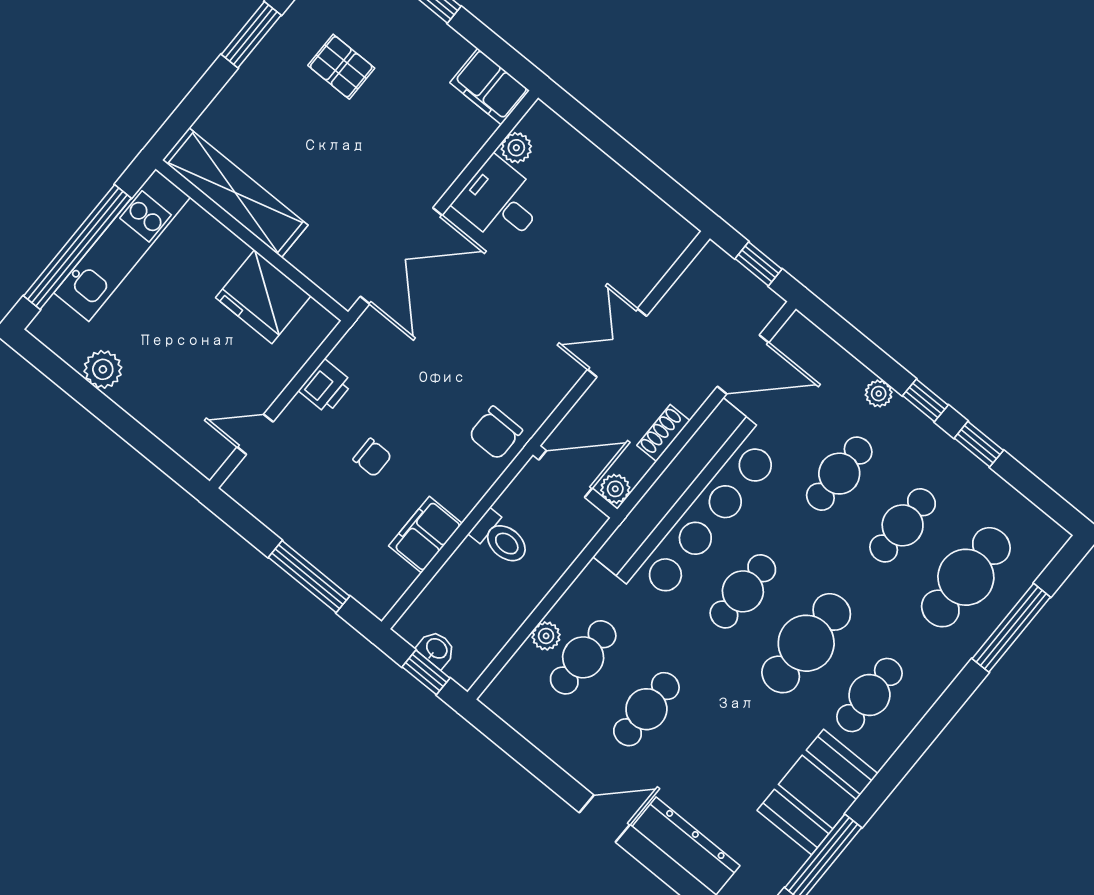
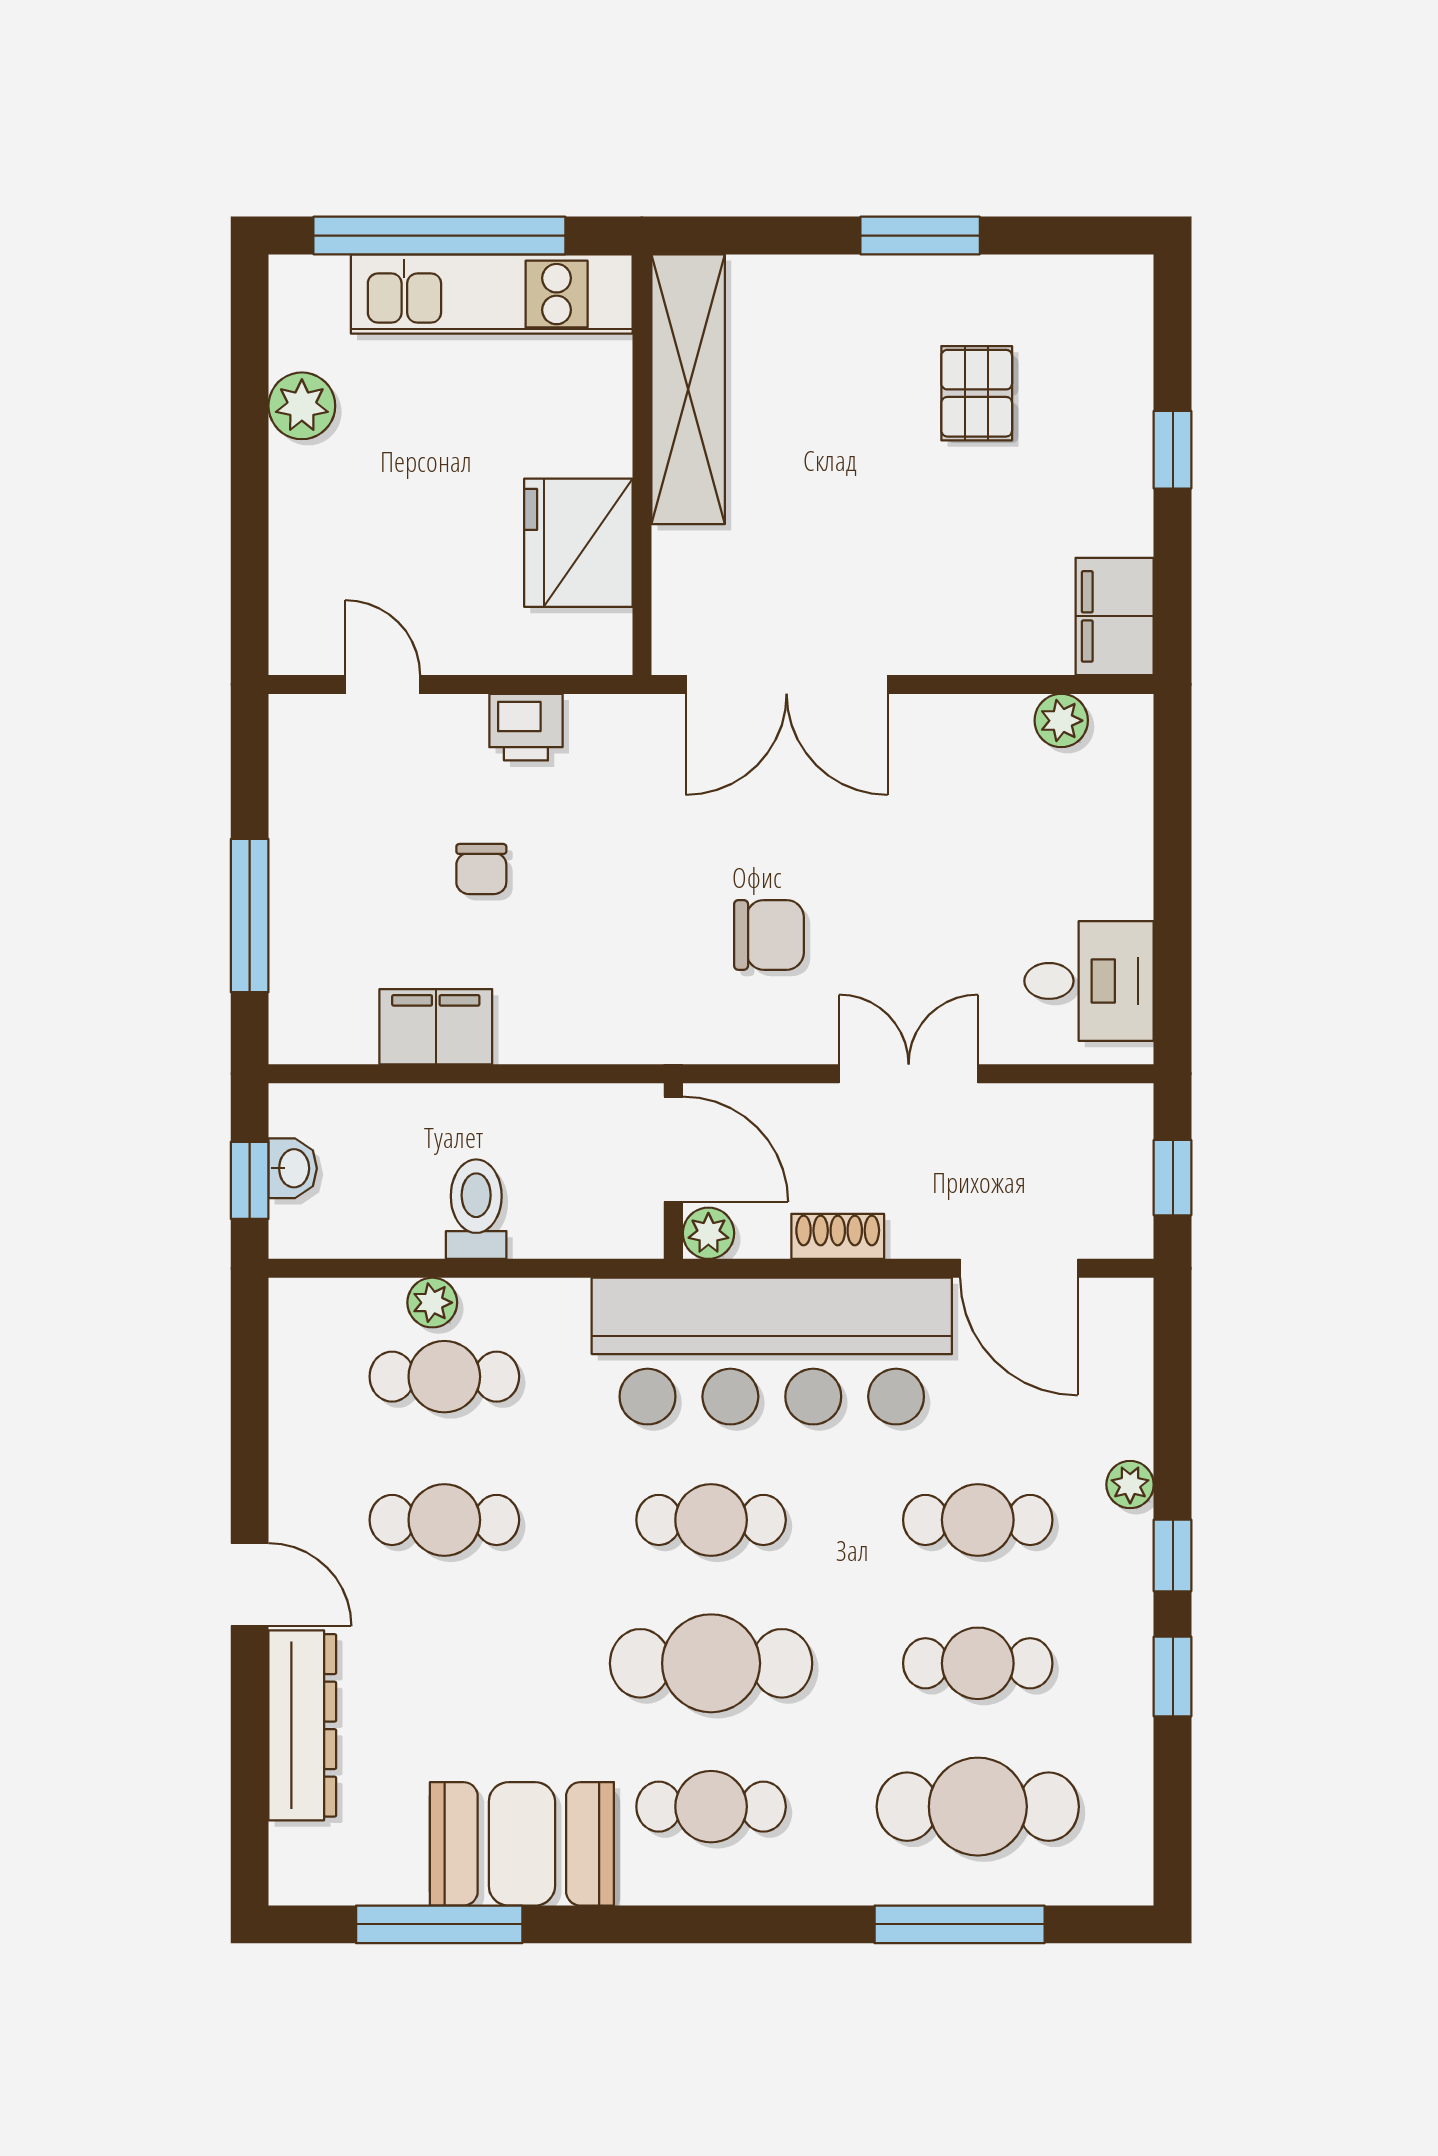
desk: (500, 202) -> (1089, 981), moved, turned 90
chair: (496, 433) -> (769, 935), moved, turned 180
toilet: (501, 538) -> (476, 1209), moved, turned 180

